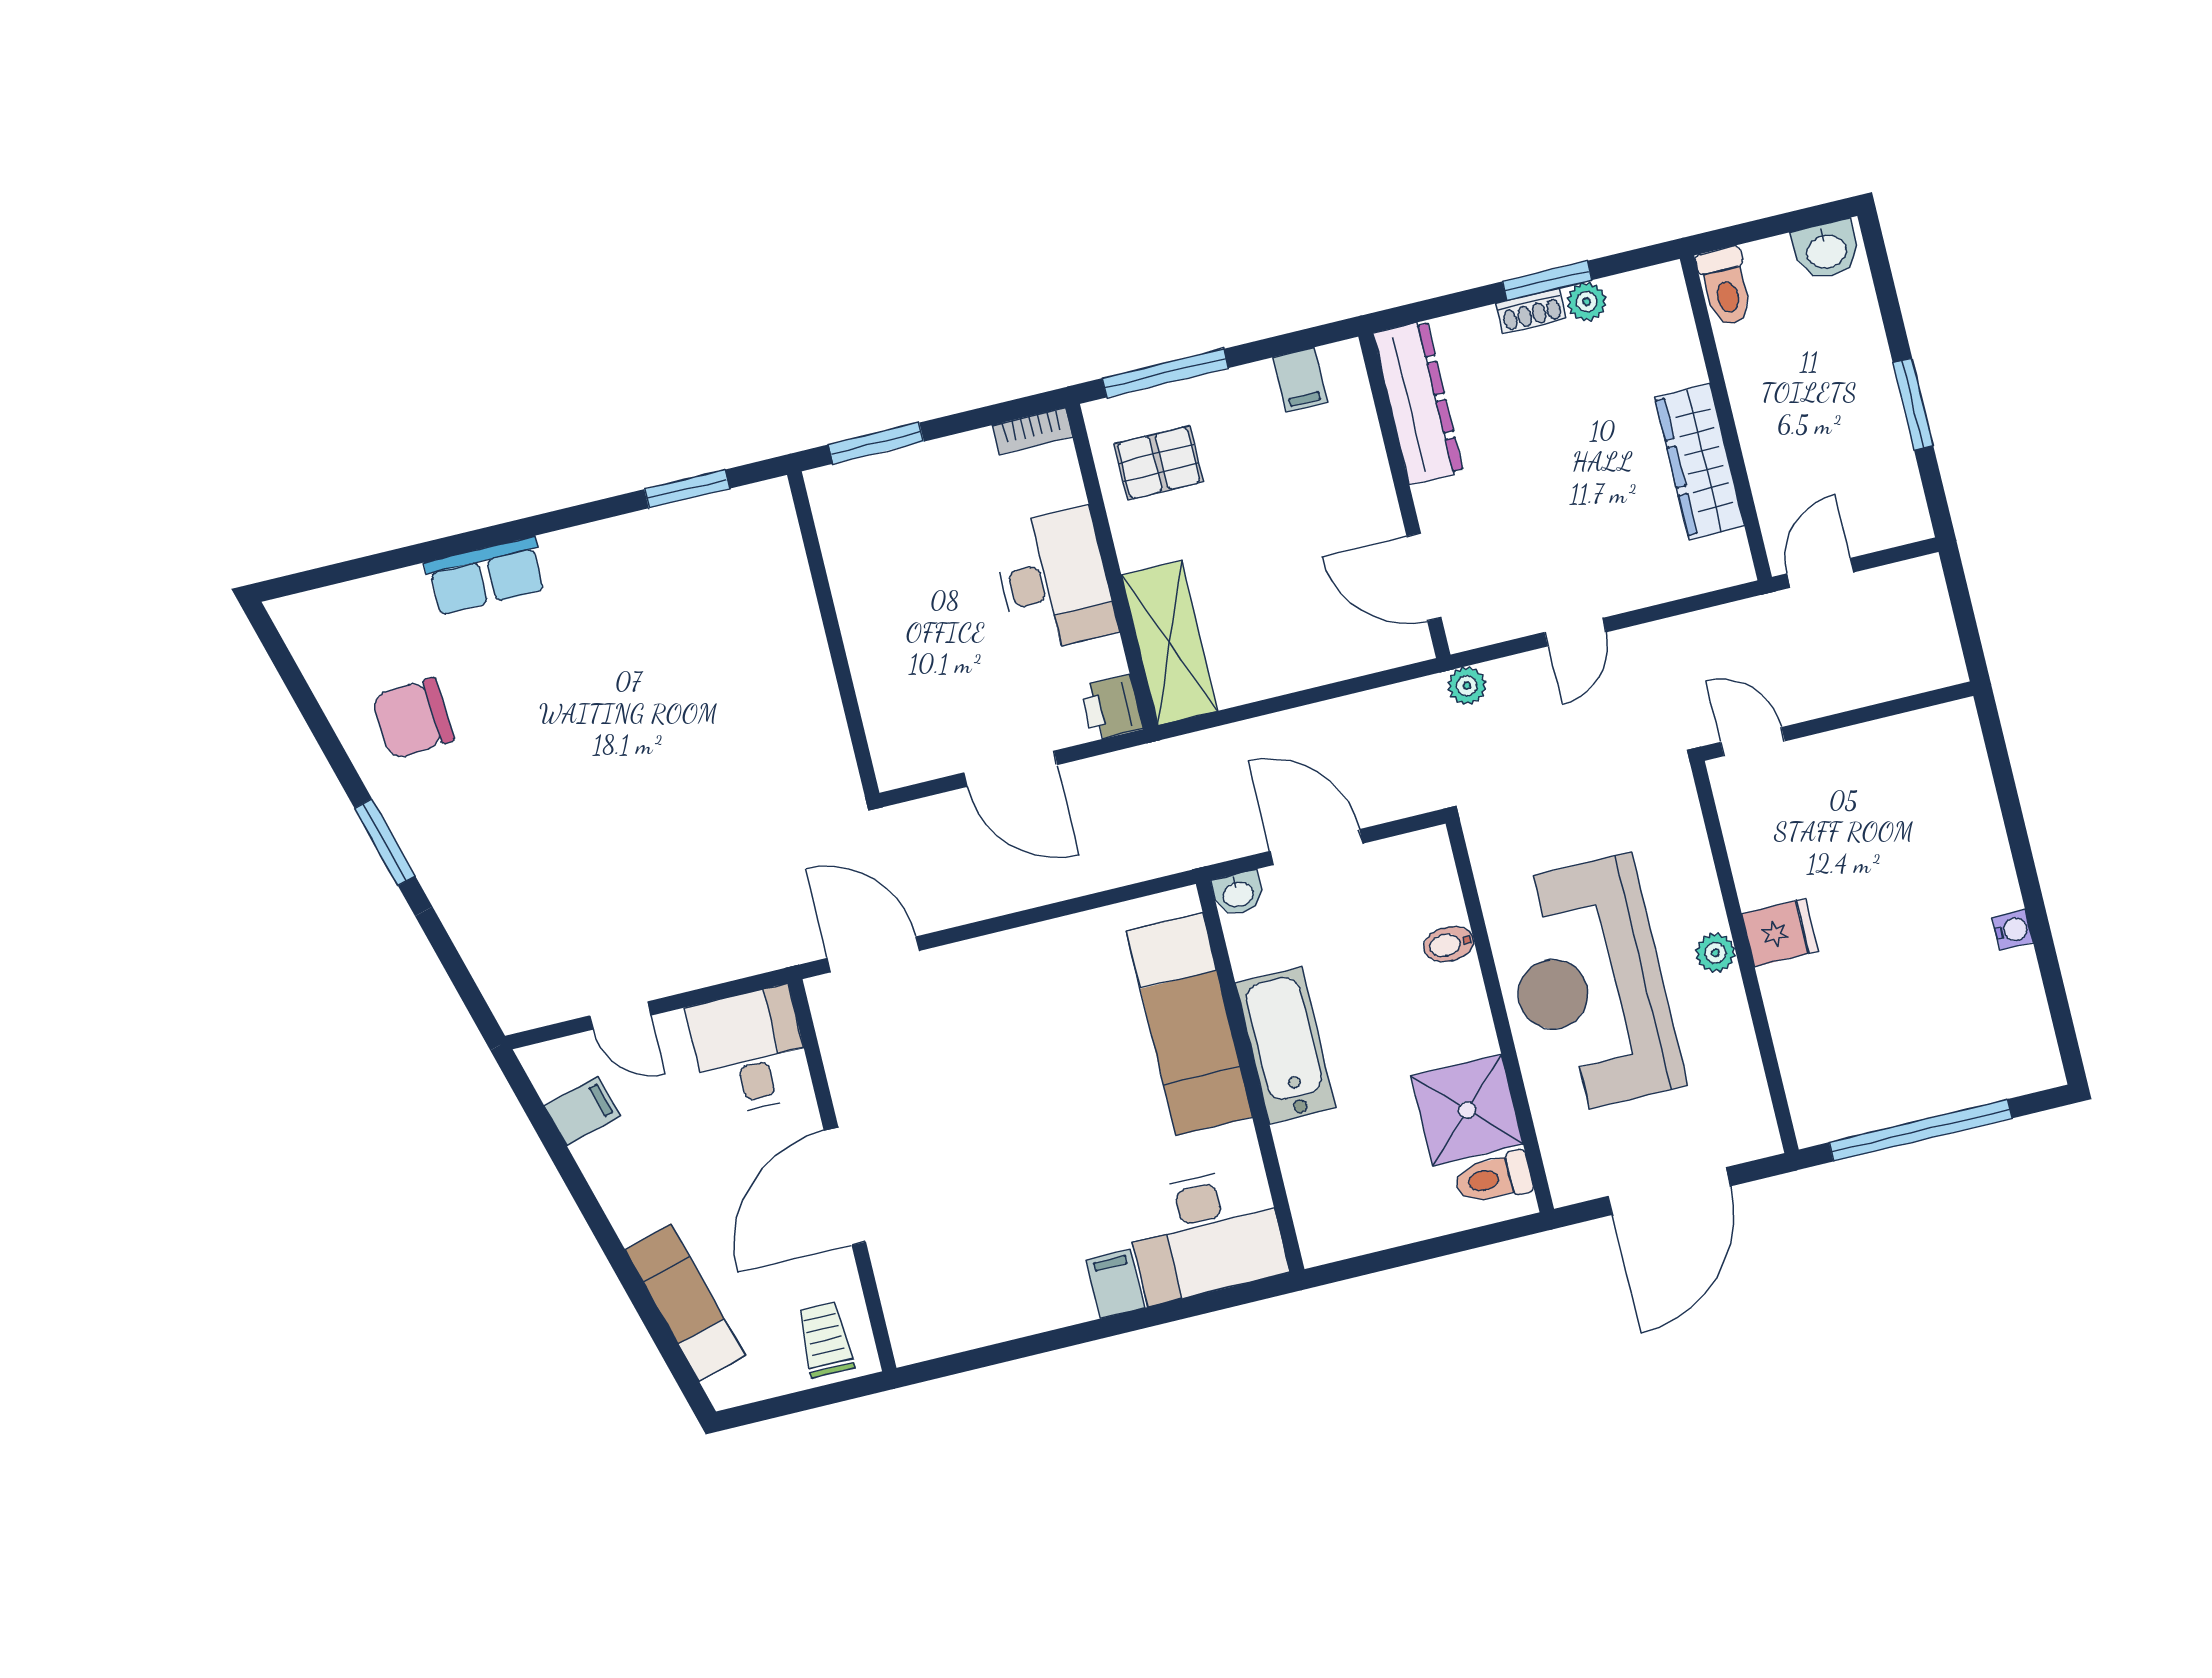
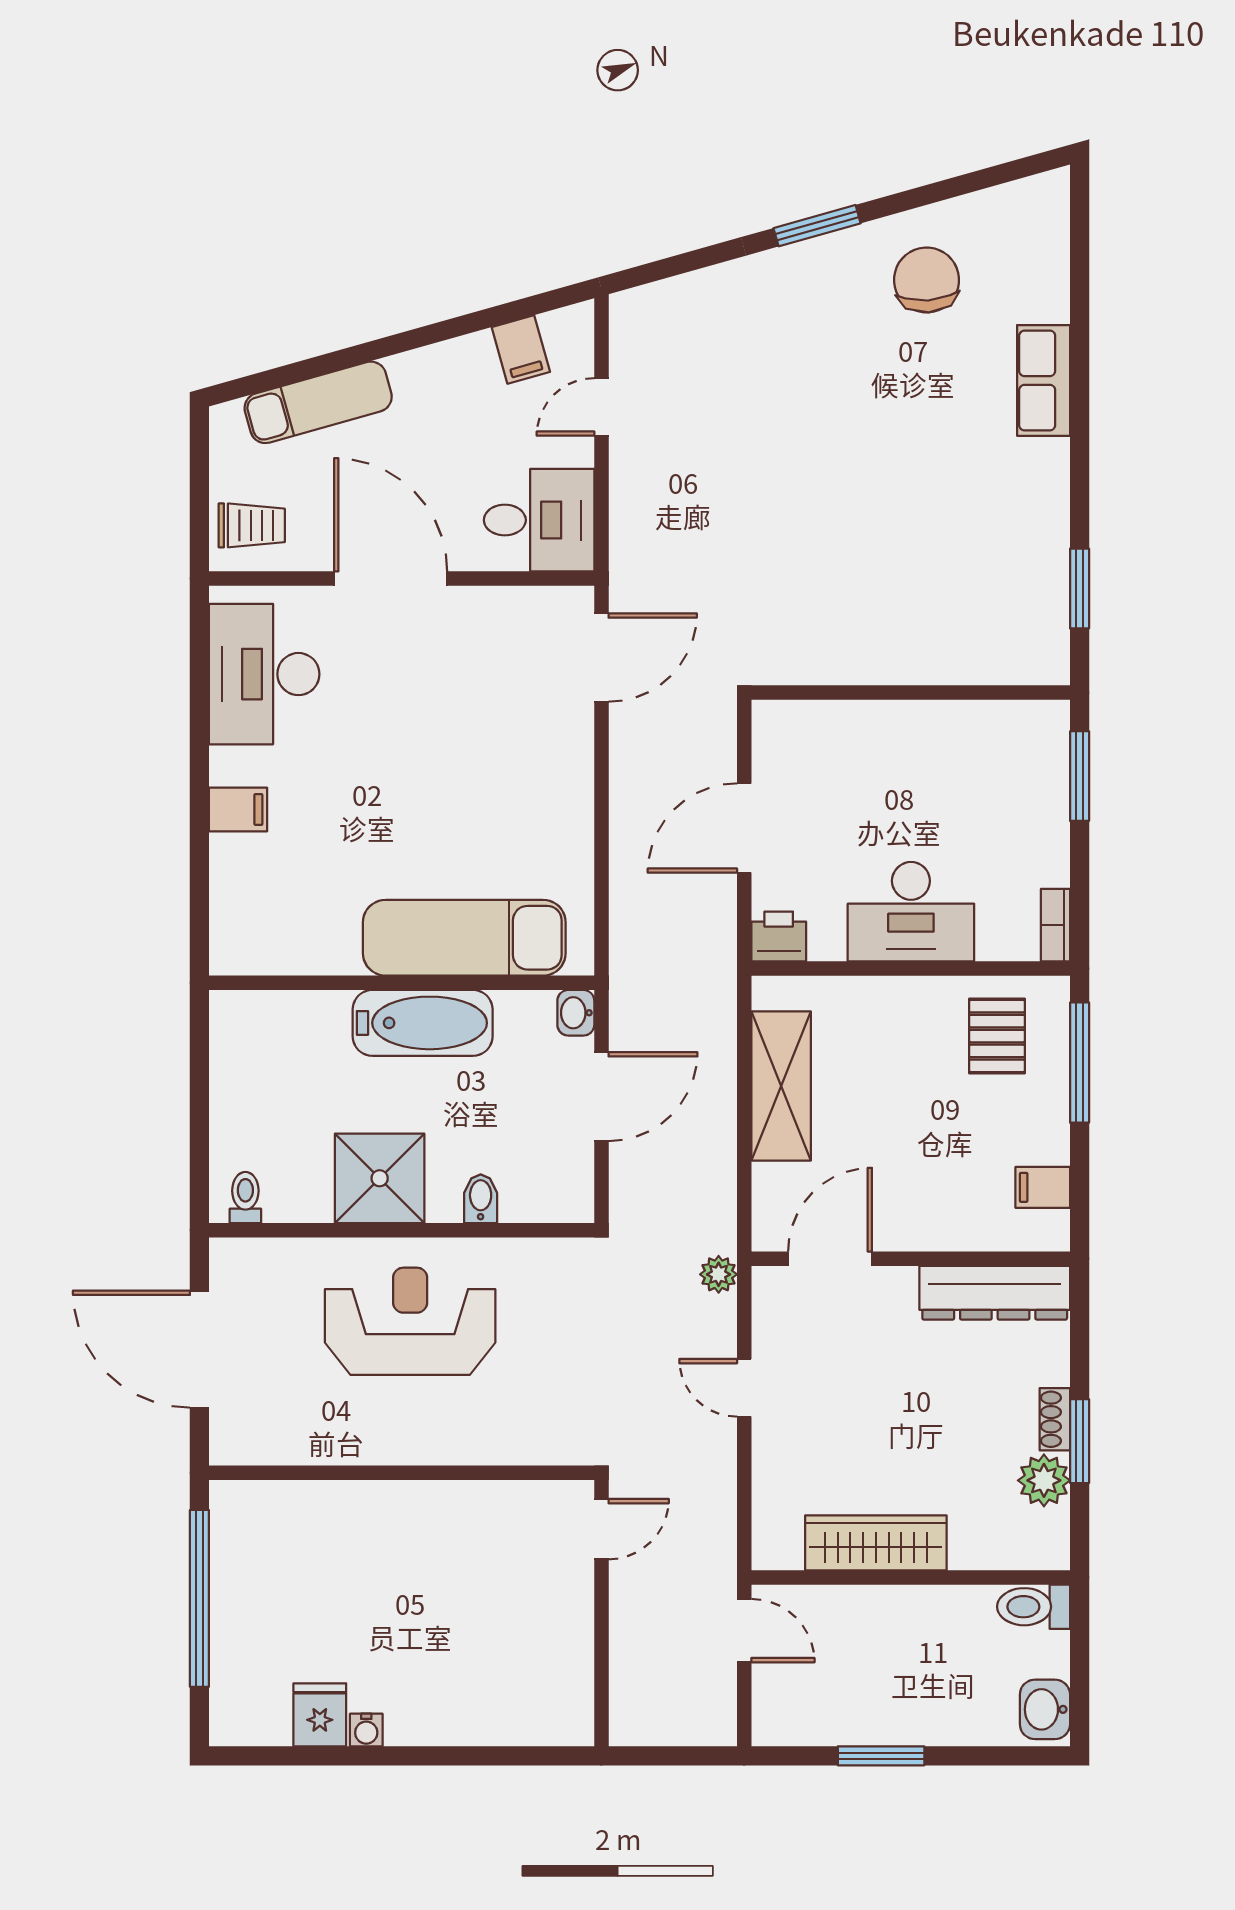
plant: (1587, 302) -> (1044, 1480), width x1.38, depth x1.38
shelving: (1170, 643) -> (781, 1086), moved, turned 90
fridge: (1780, 933) -> (320, 1715), moved, turned 180
plant: (1715, 953) -> (412, 1446), removed
reception desk: (1590, 985) -> (410, 1321), width x0.74, depth x0.77
shower: (1467, 1110) -> (380, 1178), moved
toilet: (1494, 1178) -> (245, 1197), width x0.73, depth x0.72
desk: (1206, 1234) -> (264, 674), moved

